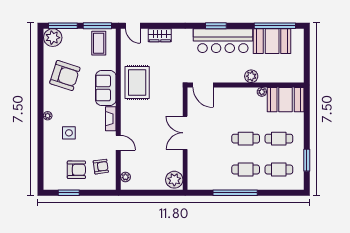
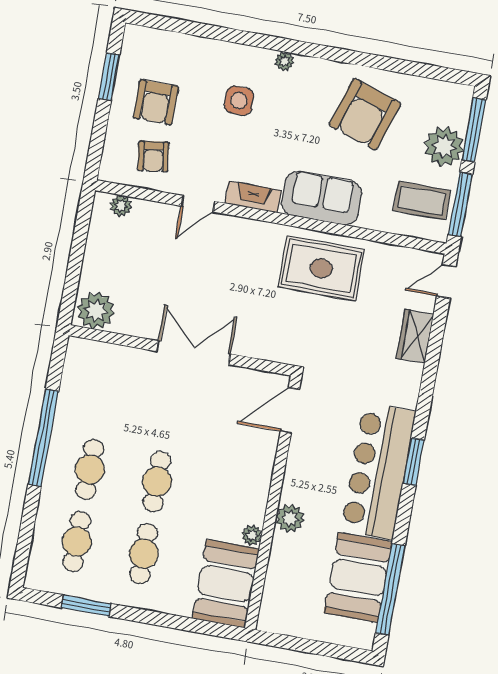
plant: (53, 38) -> (444, 147), moved

